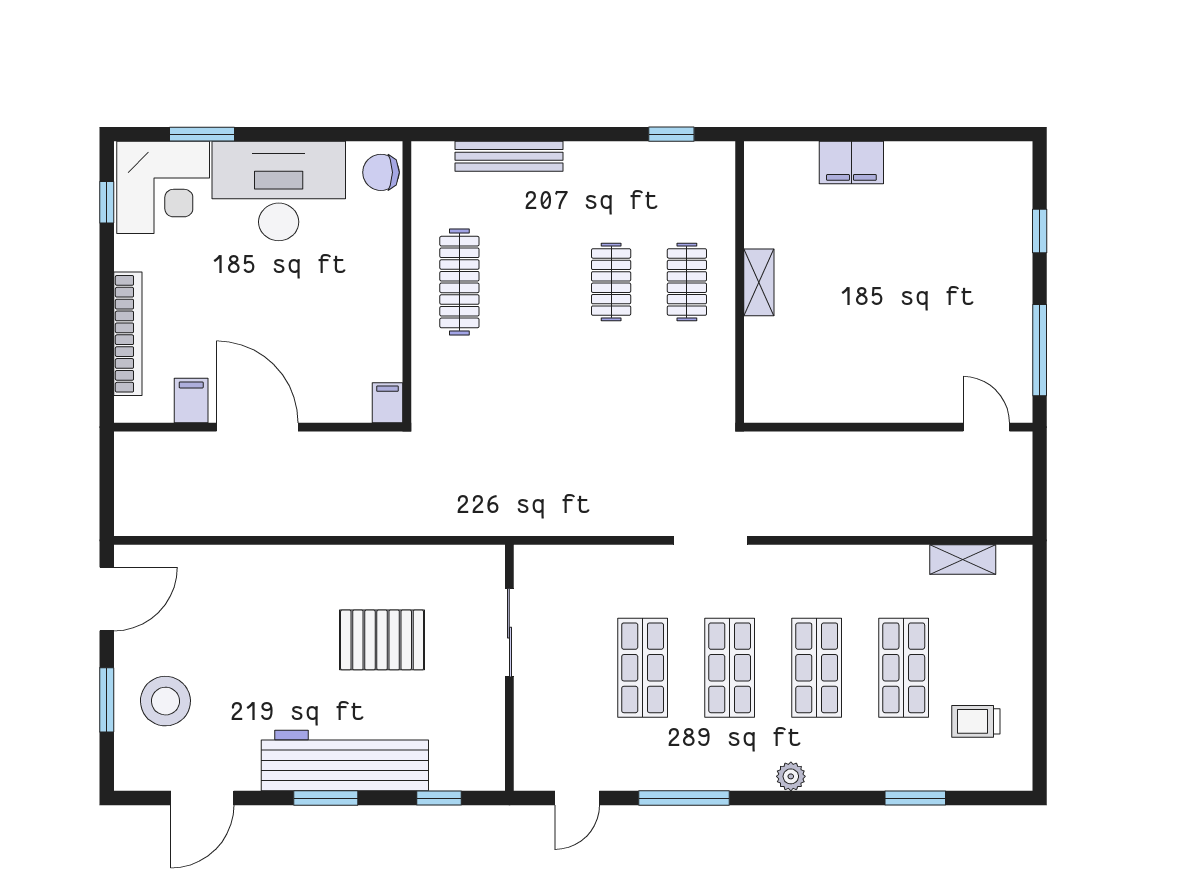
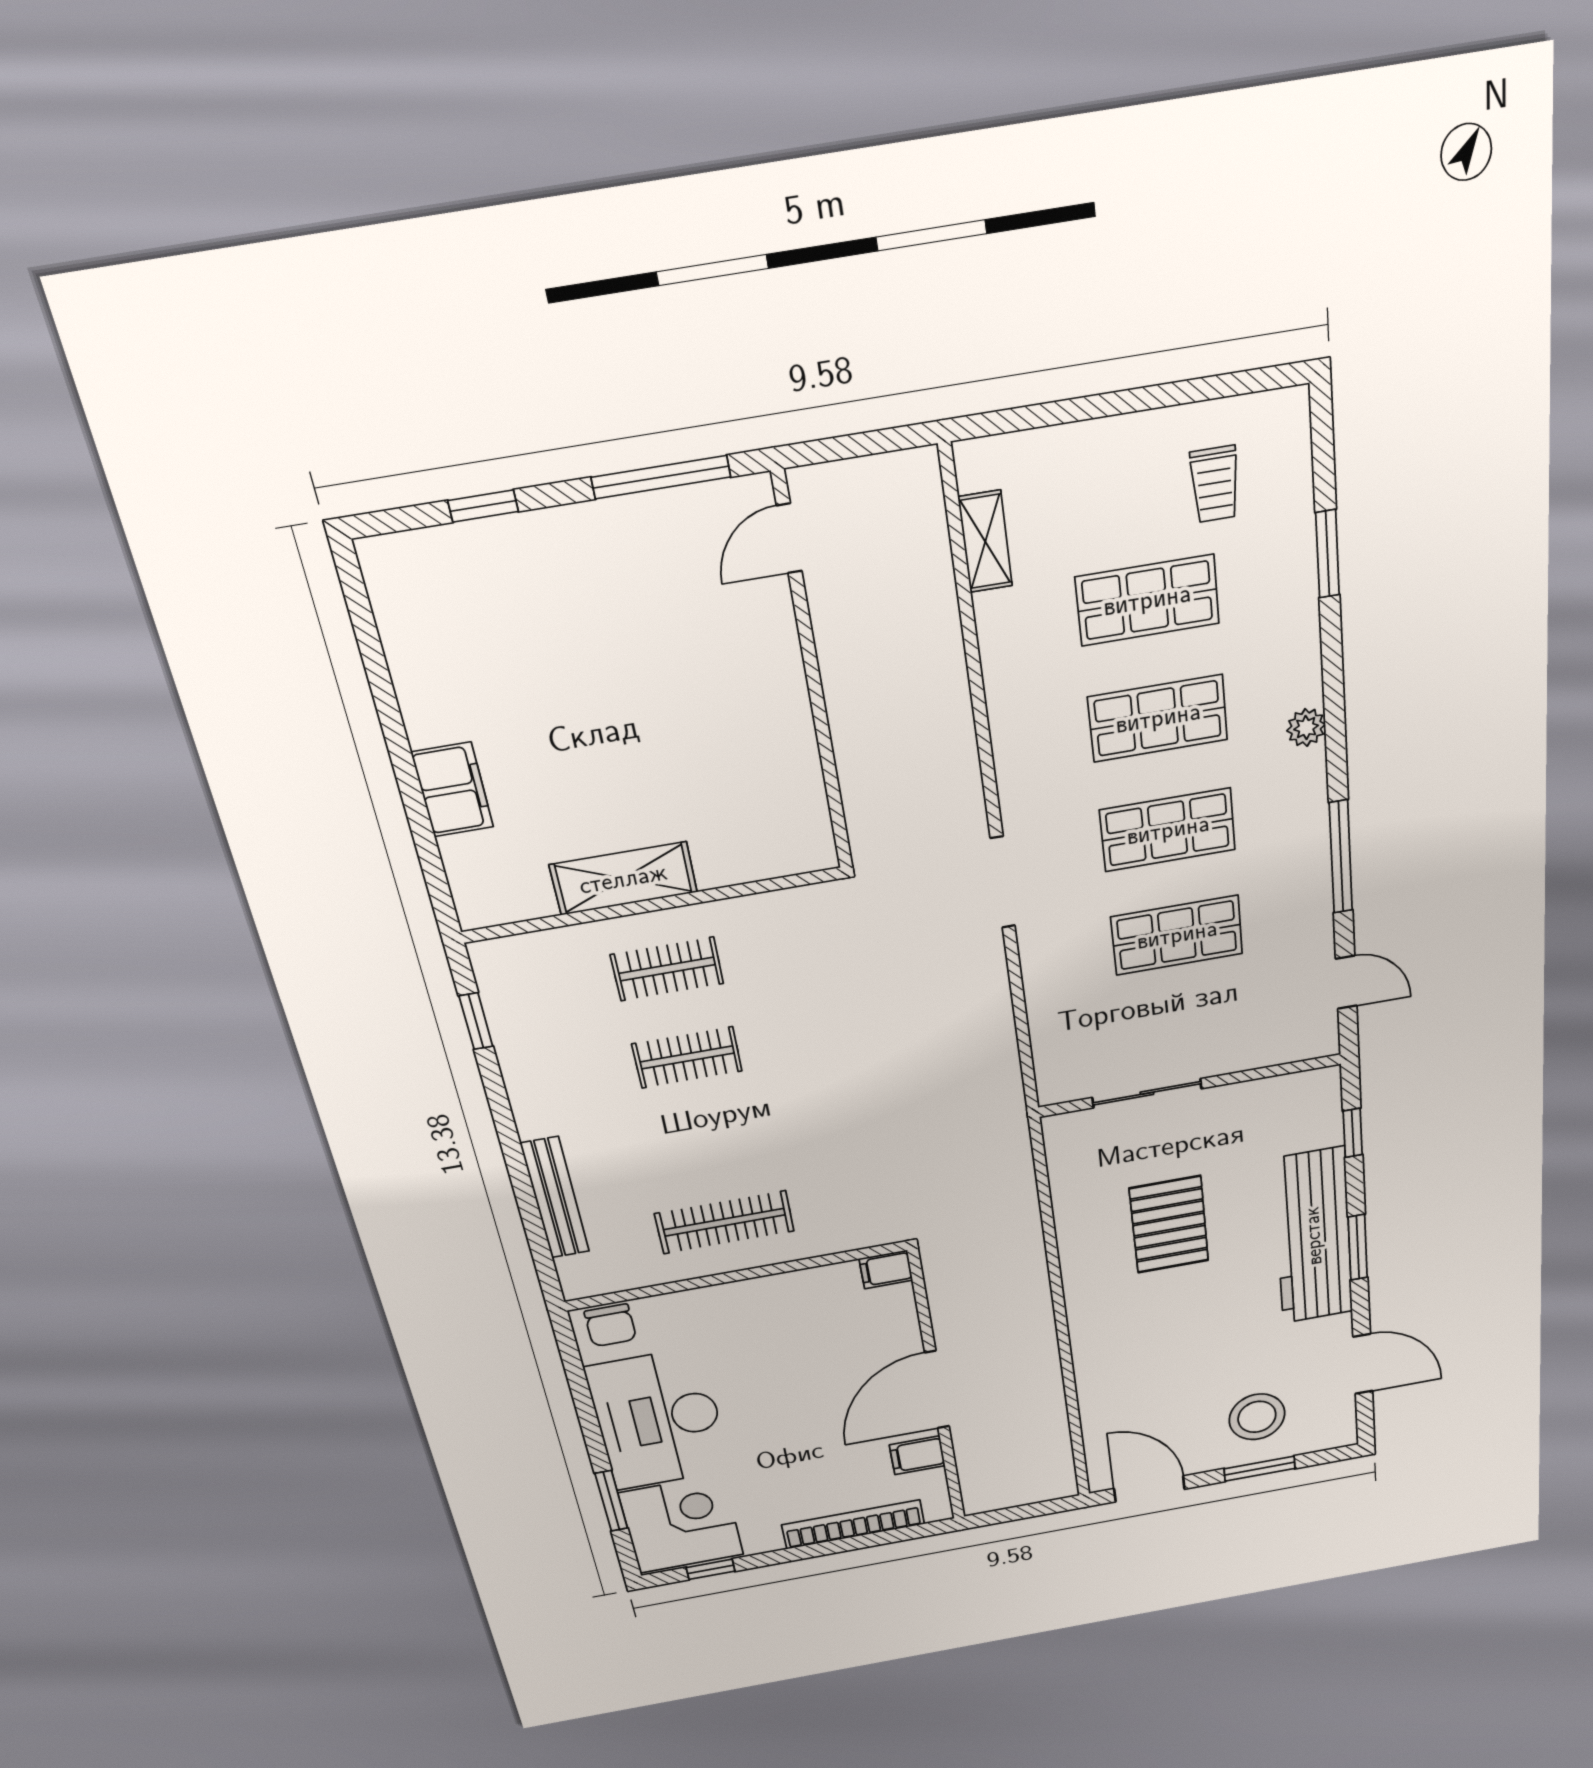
shelving: (759, 282) -> (623, 879), width x1.50, depth x1.33

